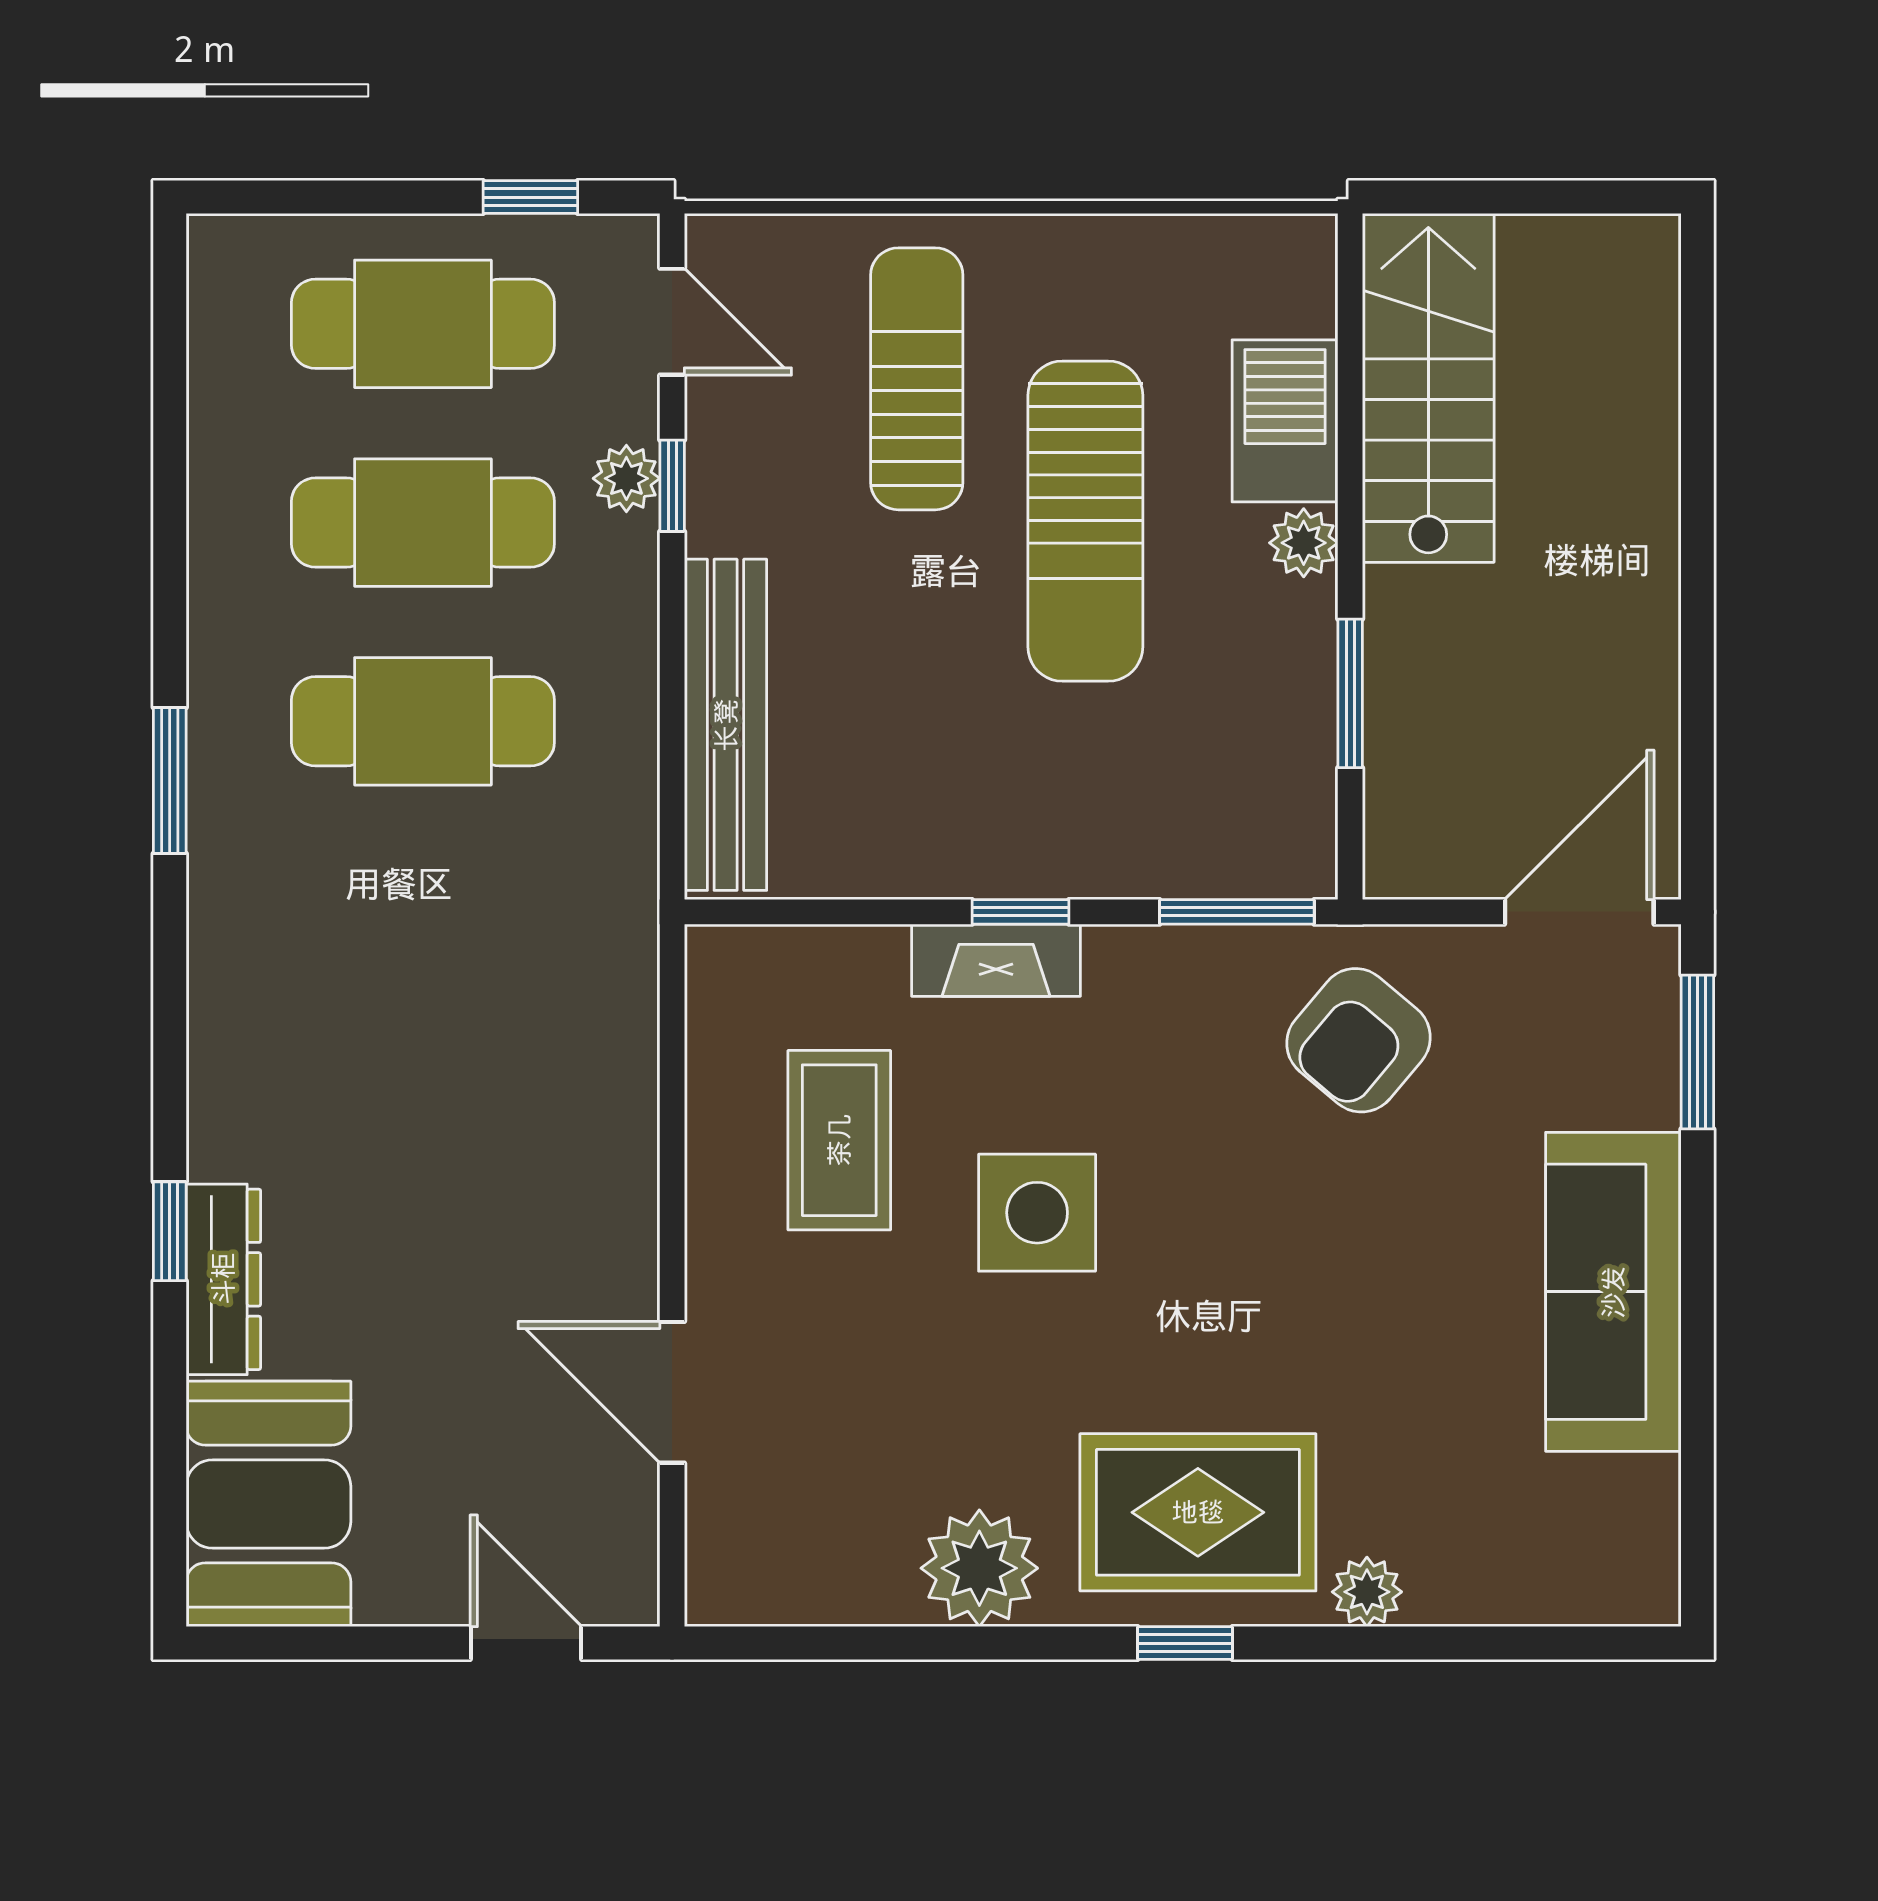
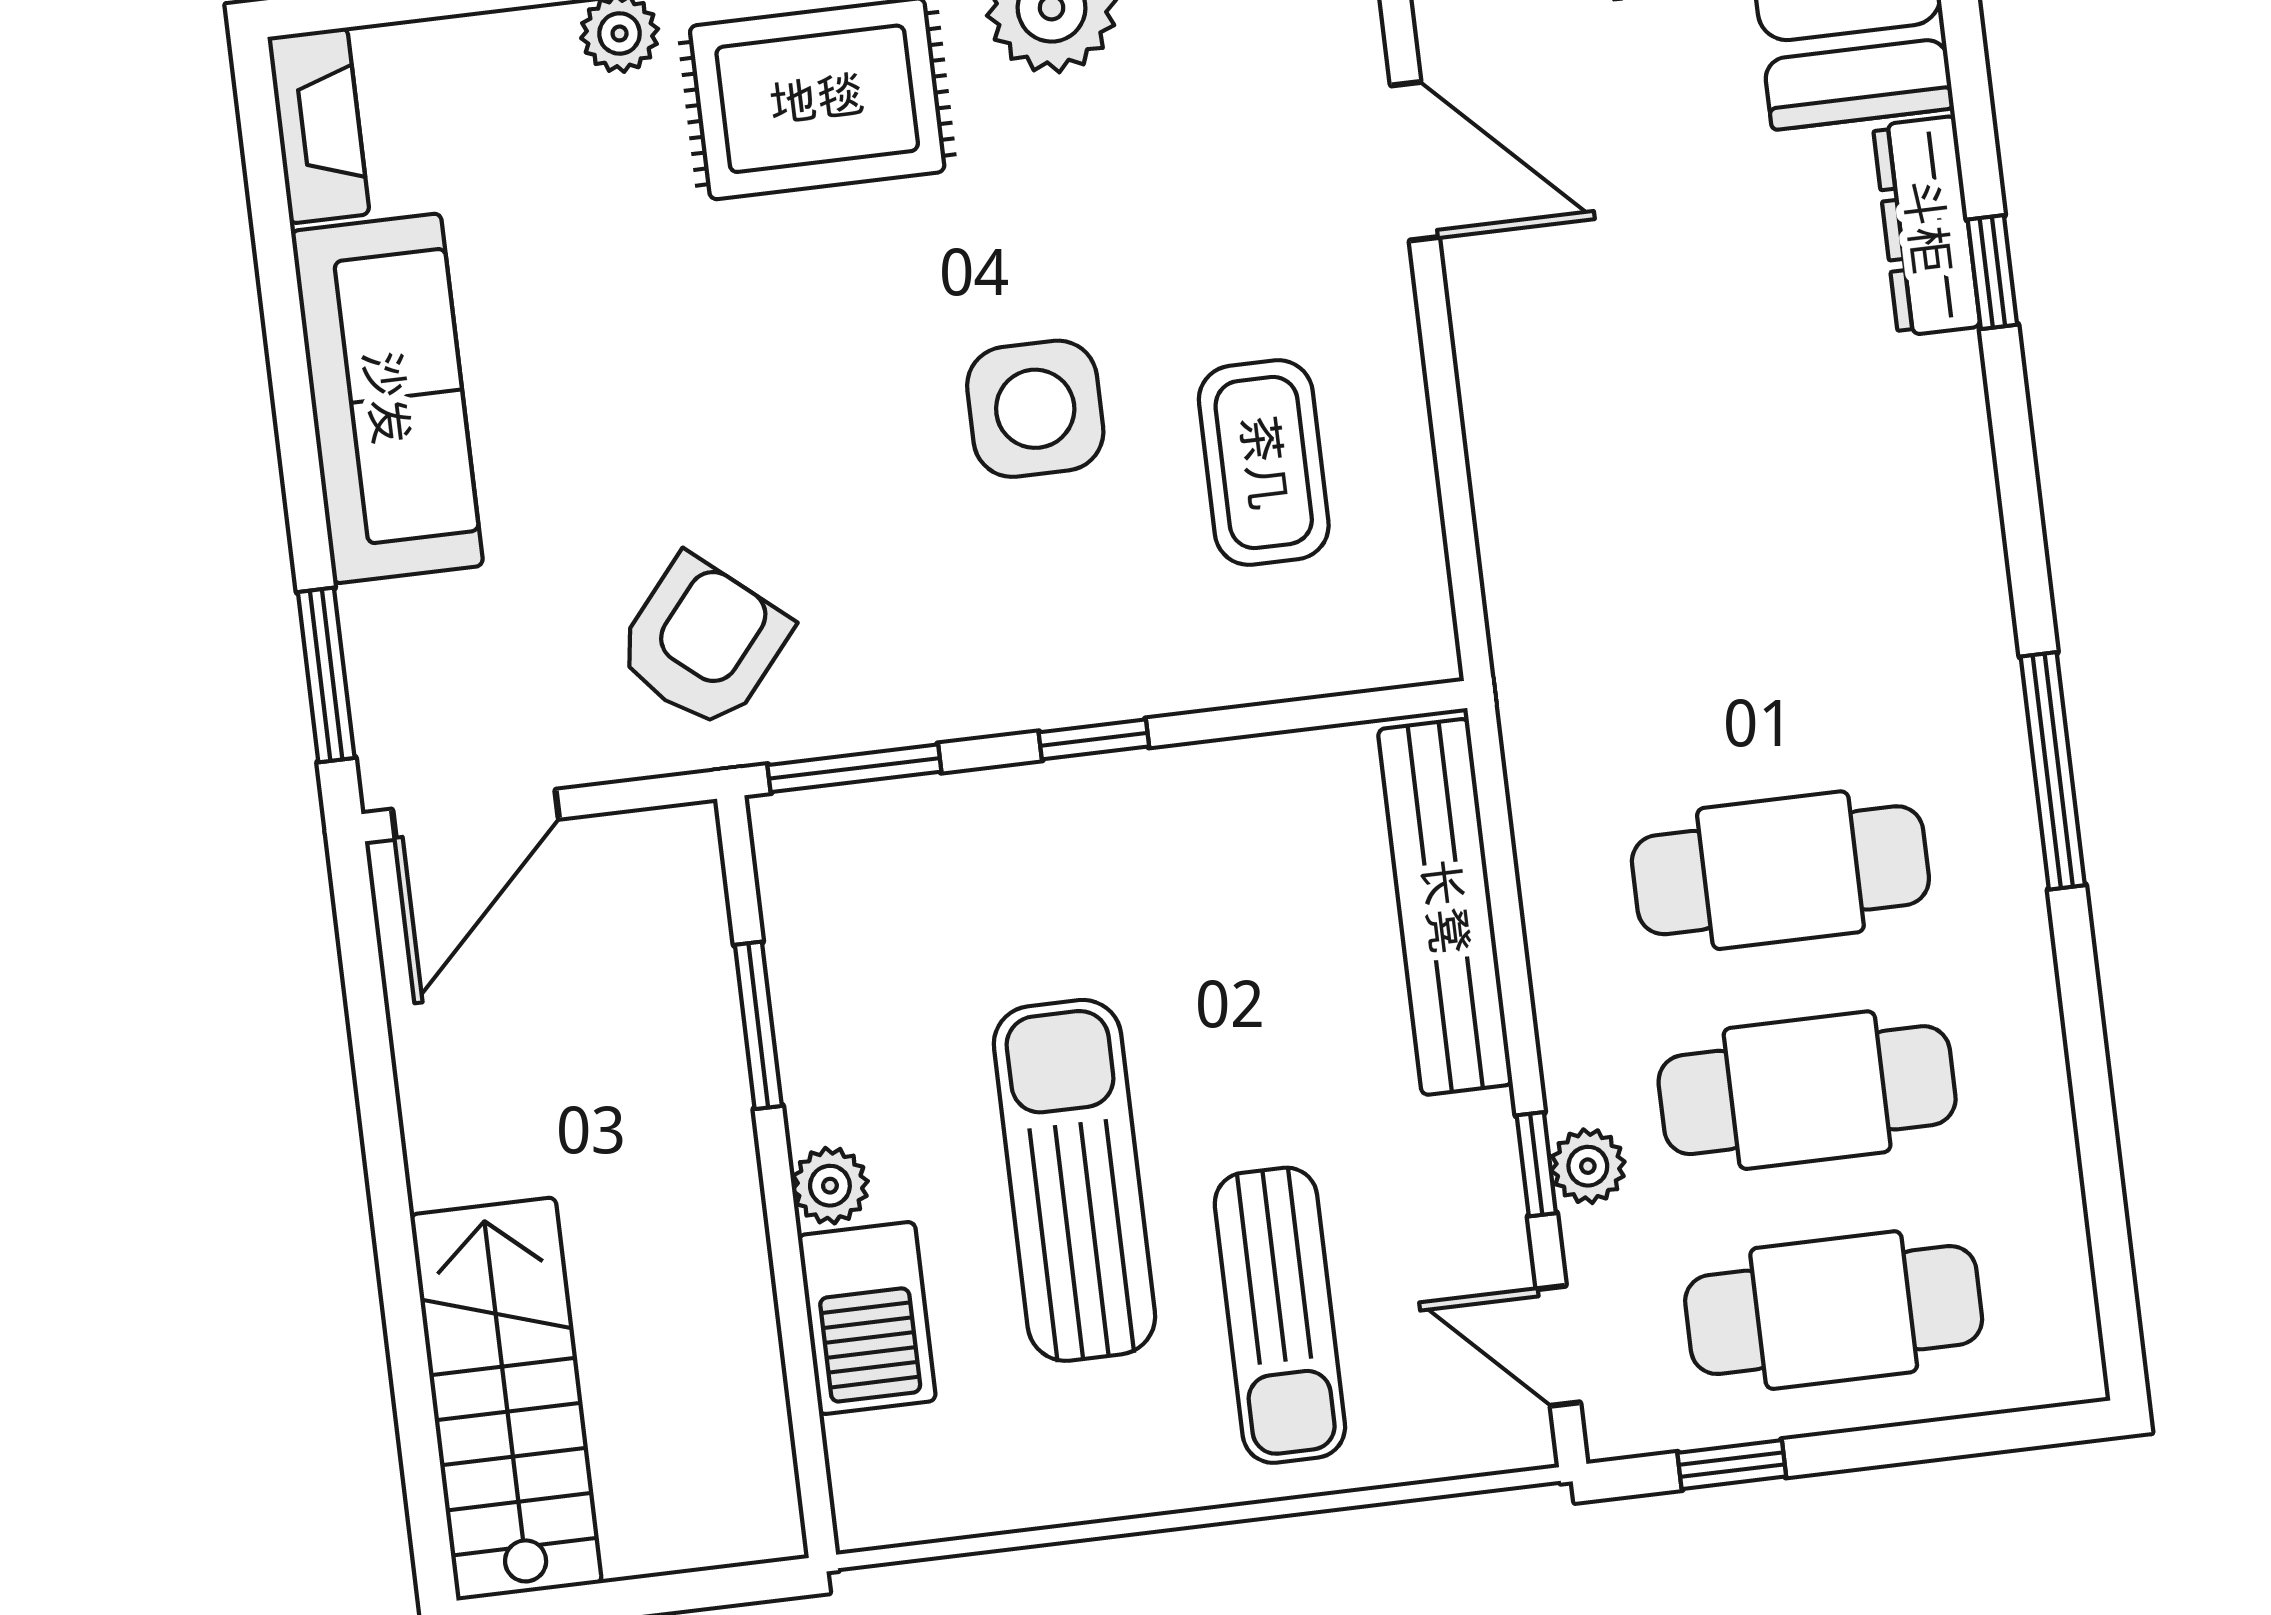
stairs: (1428, 388) -> (506, 1399), moved, turned 180
window: (170, 780) -> (2053, 771), width x1.44
fireplace: (996, 960) -> (319, 126), moved, turned 90

